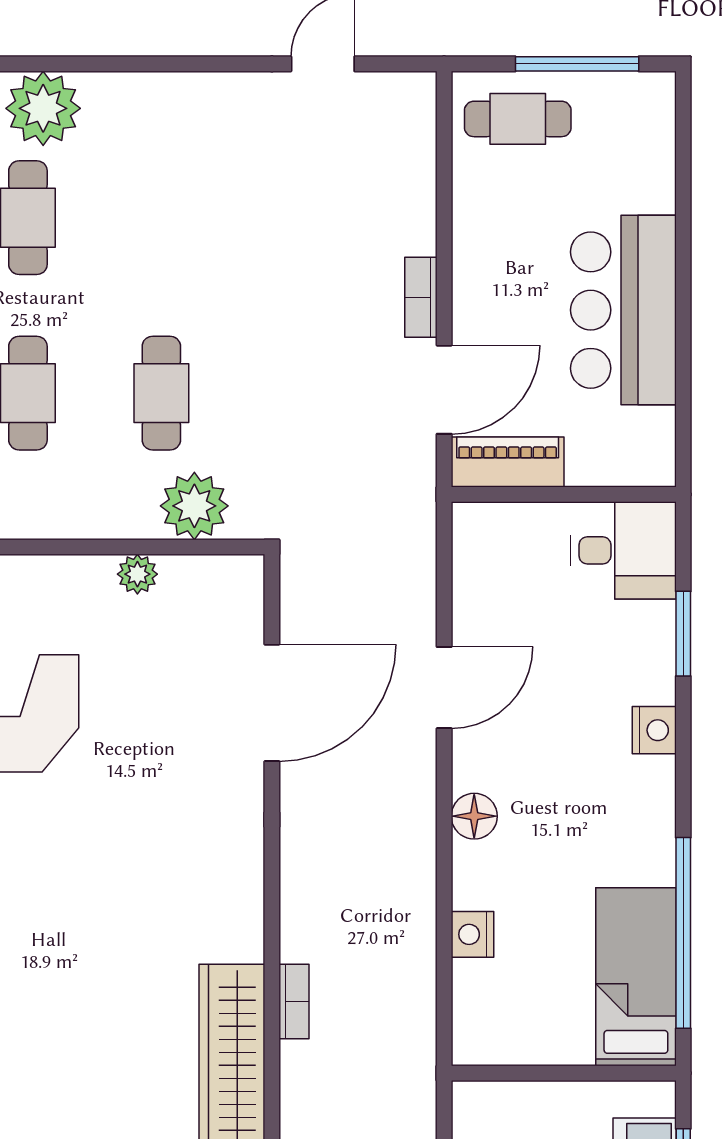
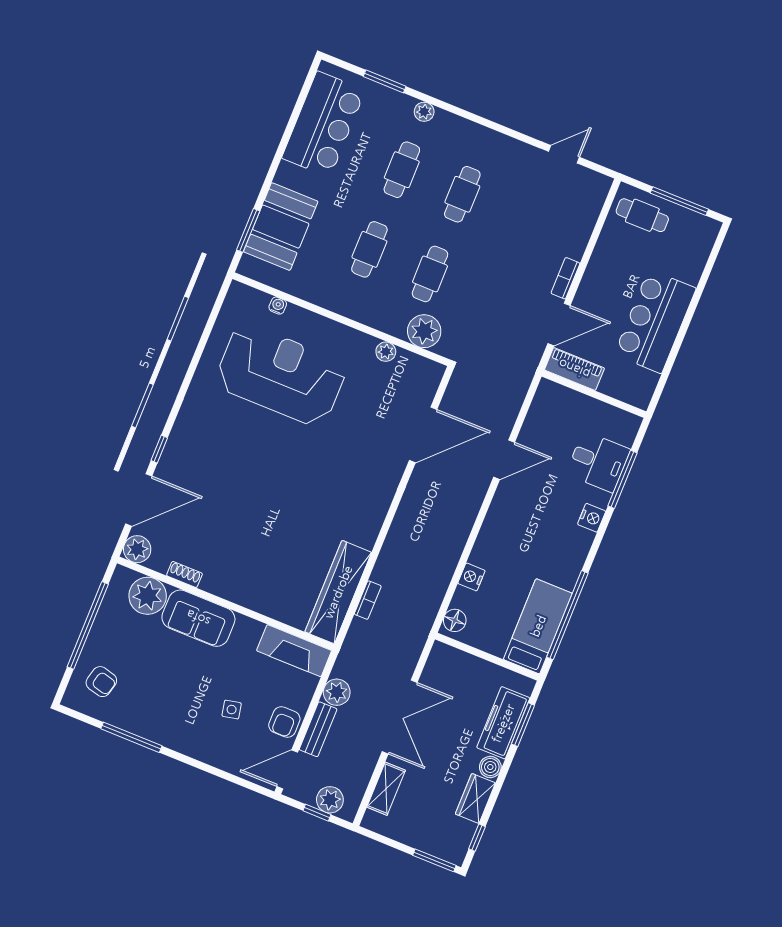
plant: (43, 108) -> (424, 112), width x0.53, depth x0.53
cafe table: (161, 218) -> (462, 194), added
desk: (623, 550) -> (598, 462), moved
window: (683, 634) -> (623, 479), width x1.44
floor lamp: (474, 816) -> (455, 620), moved
bookcase: (294, 1002) -> (368, 600), moved

